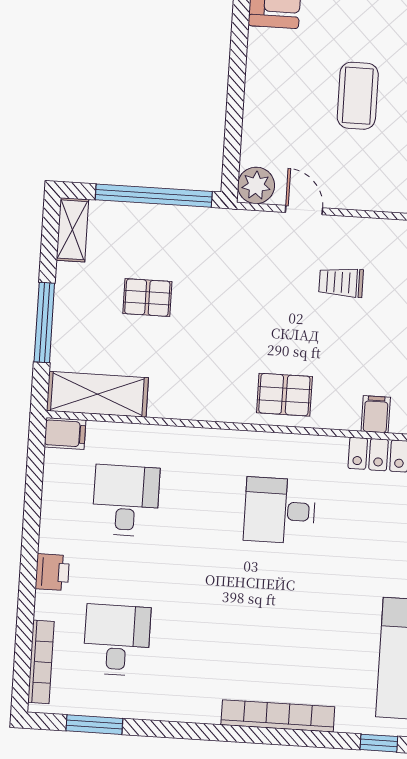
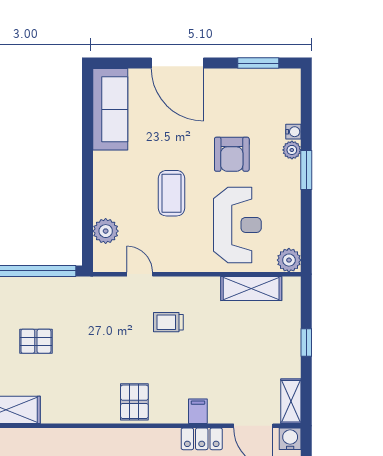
plant: (256, 185) -> (106, 231), moved
pallet: (284, 395) -> (134, 402), turned 90

